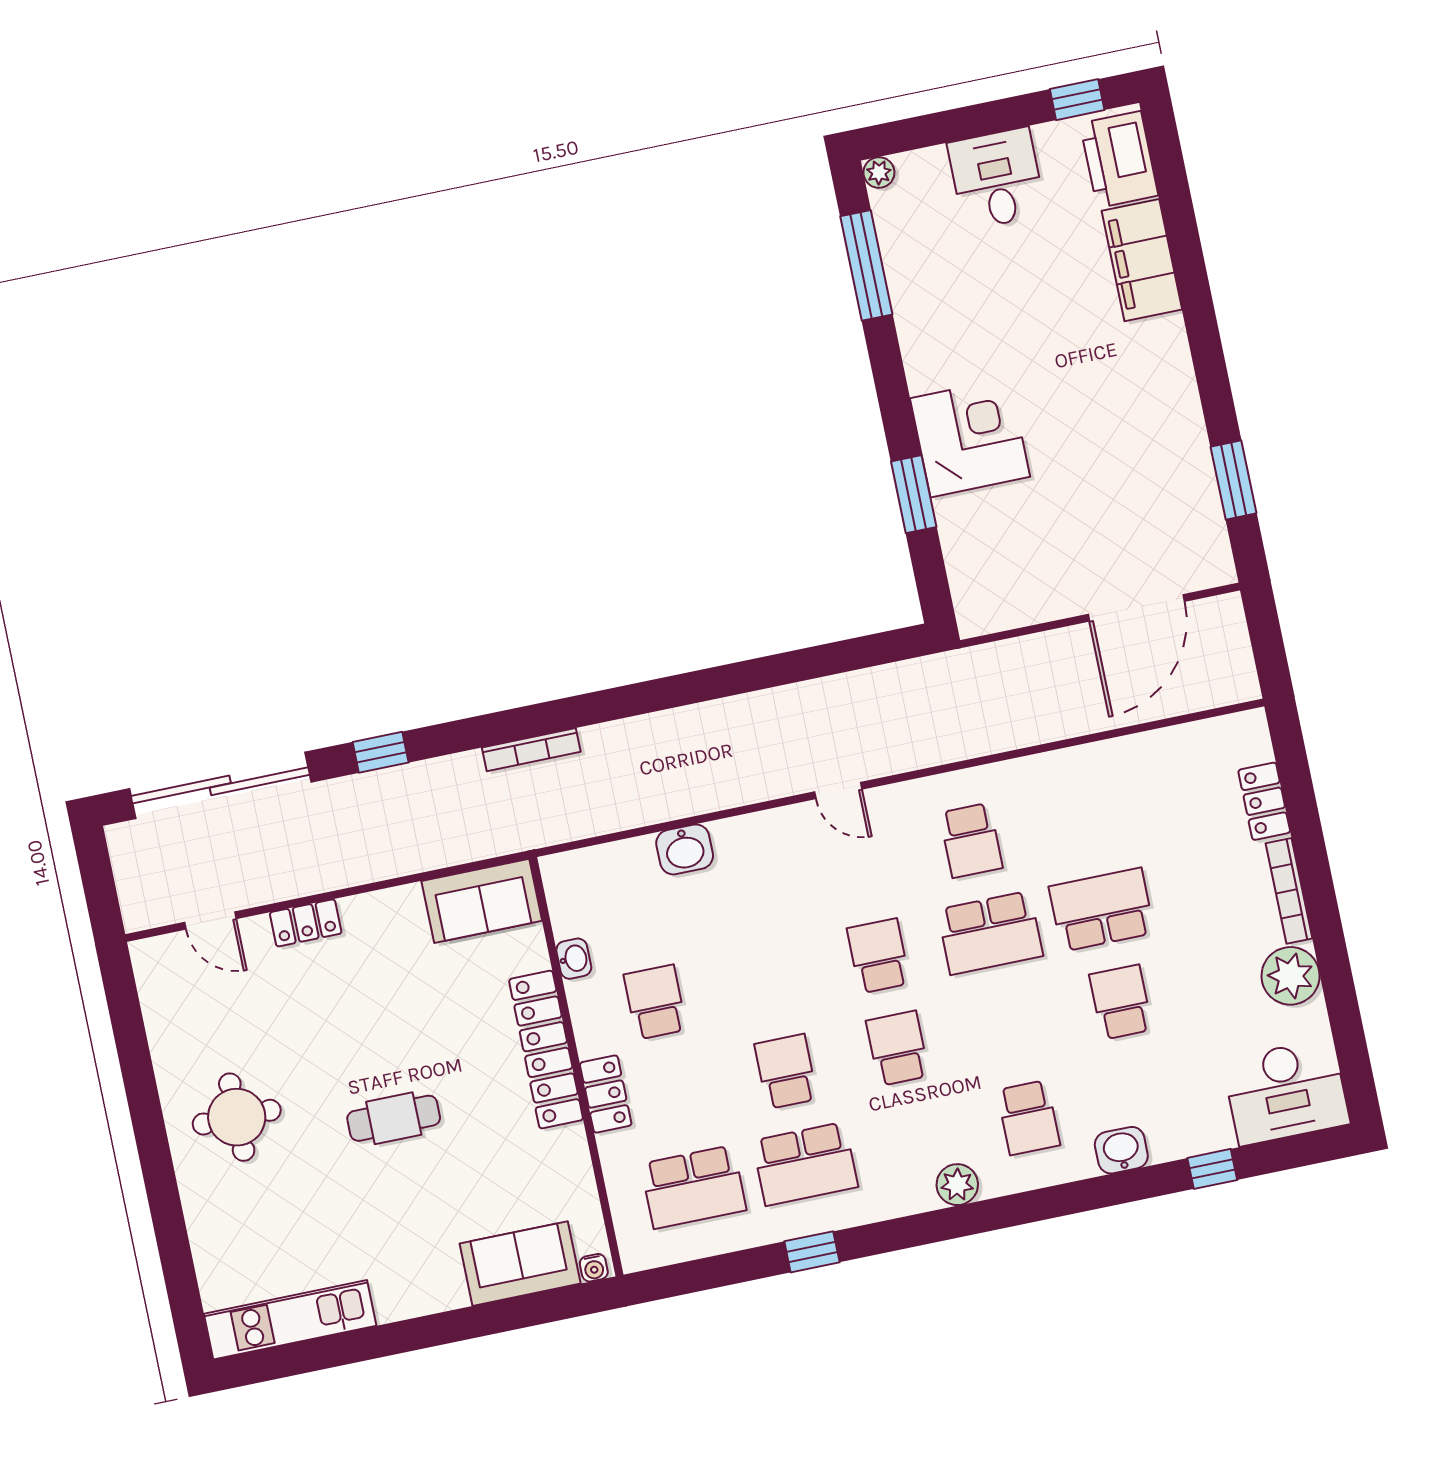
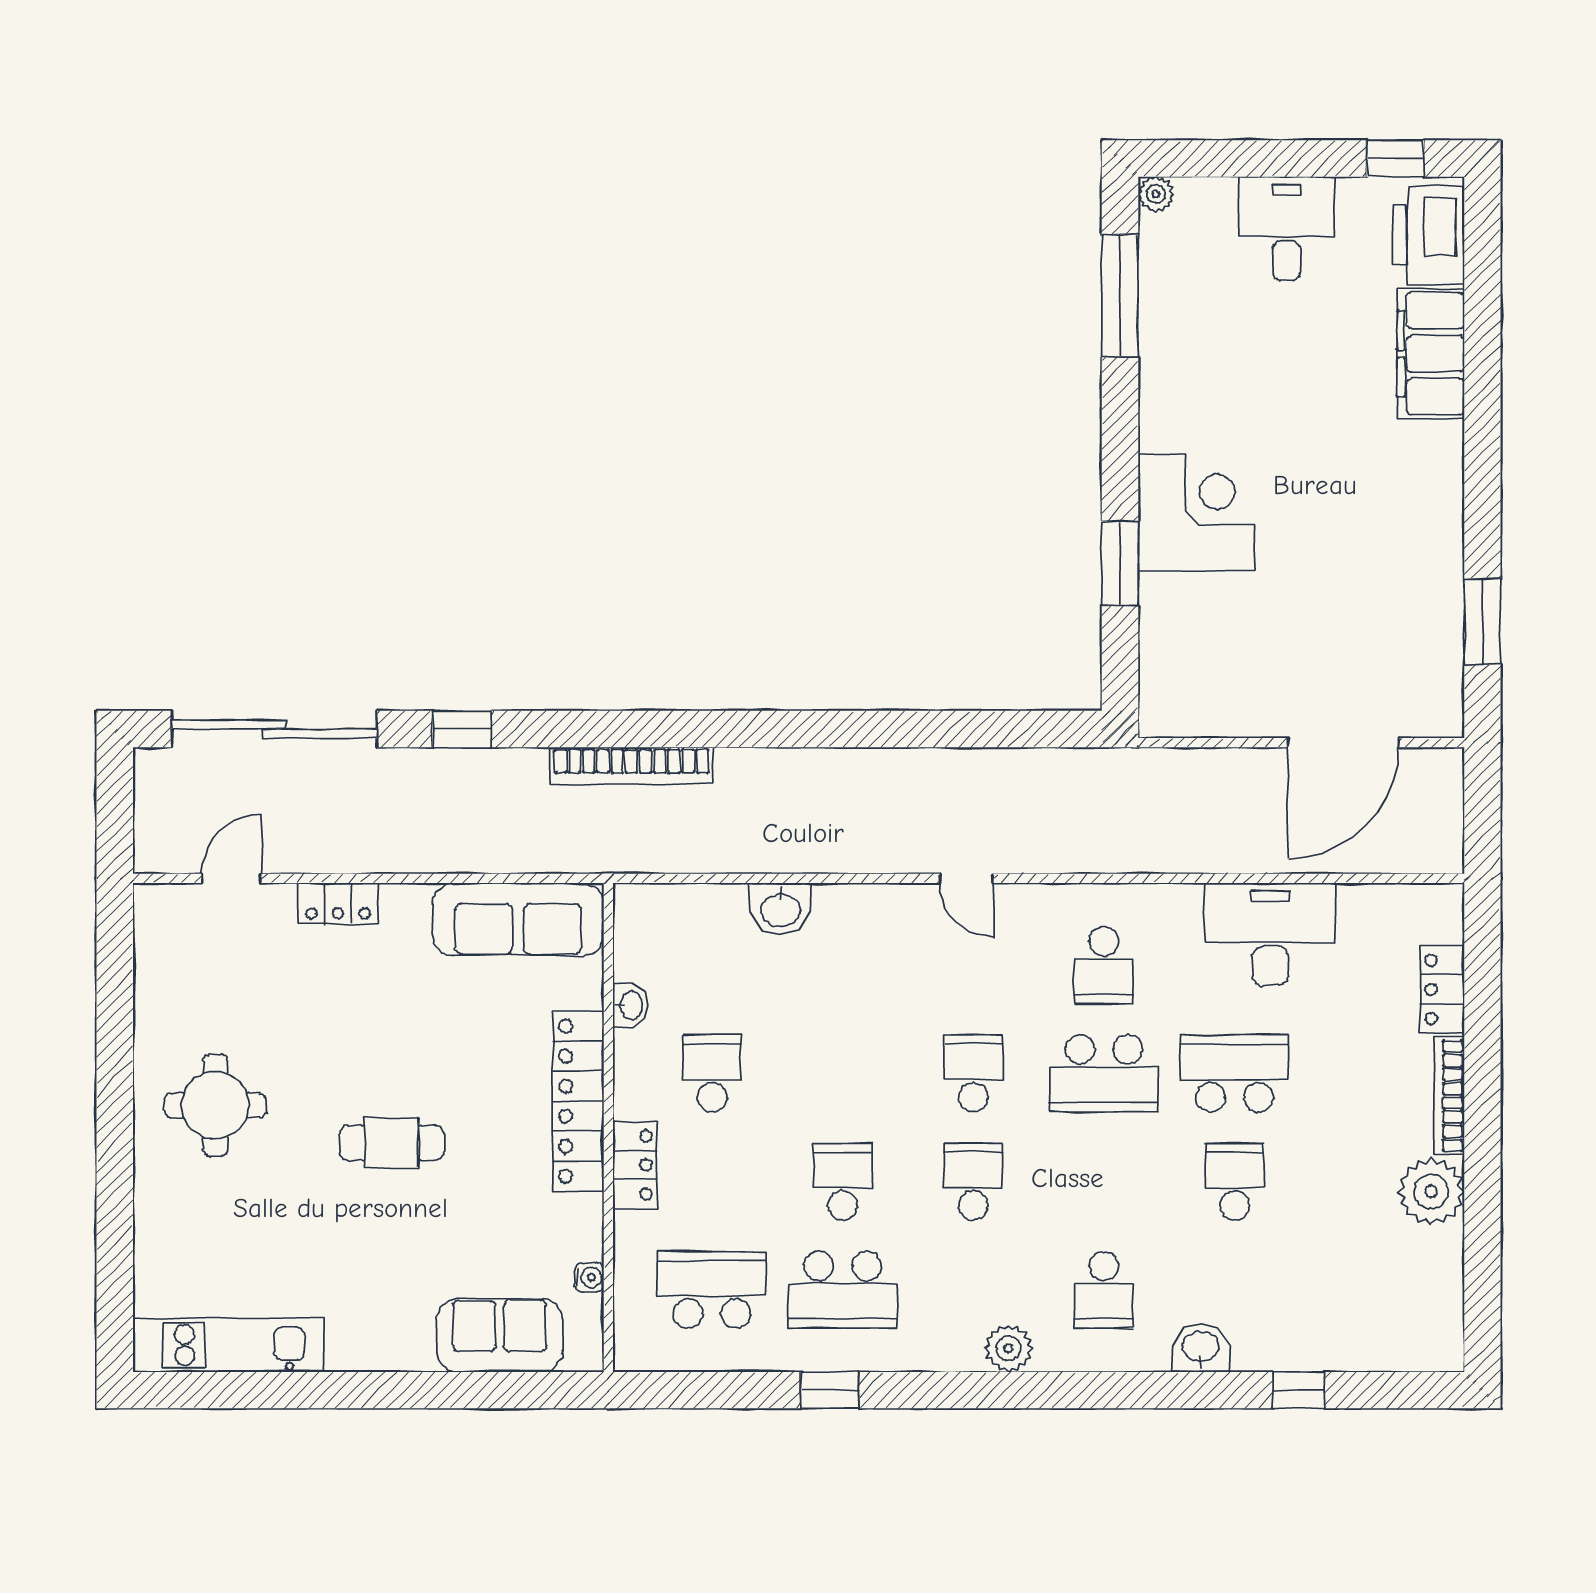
bookcase: (531, 750) -> (631, 766), width x1.48, depth x1.31
sofa: (482, 901) -> (518, 919), width x1.36
door: (210, 921) -> (232, 878), swing flipped
desk: (1286, 1092) -> (1270, 934), moved, turned 180
school desk: (693, 1187) -> (712, 1290), turned 180
water cooler: (594, 1268) -> (589, 1277), moved, turned -90

